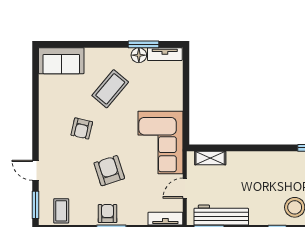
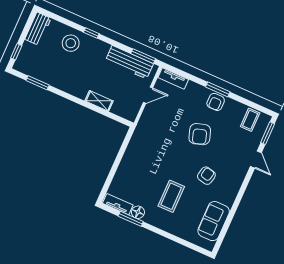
sofa: (61, 61) -> (214, 221), moved, turned -90
coffee table: (110, 89) -> (171, 196), turned -40
corner sofa: (160, 143) -> (151, 138), removed
shelving: (210, 158) -> (99, 101), moved

